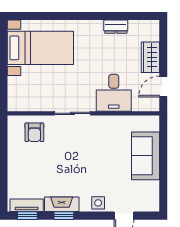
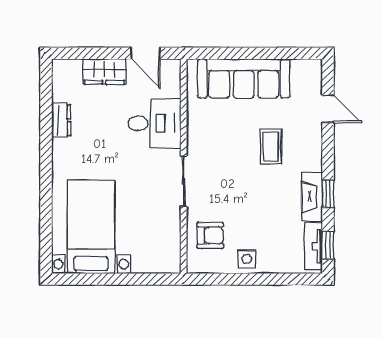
sofa: (145, 156) -> (244, 78), width x1.36
coffee table: (97, 175) -> (271, 146), added
side table: (98, 203) -> (247, 259), moved

